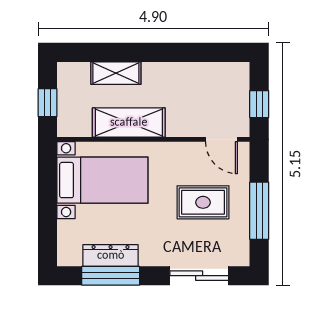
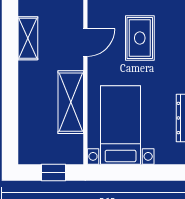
shelving: (116, 73) -> (28, 38), moved
door: (221, 139) -> (85, 42), moved

